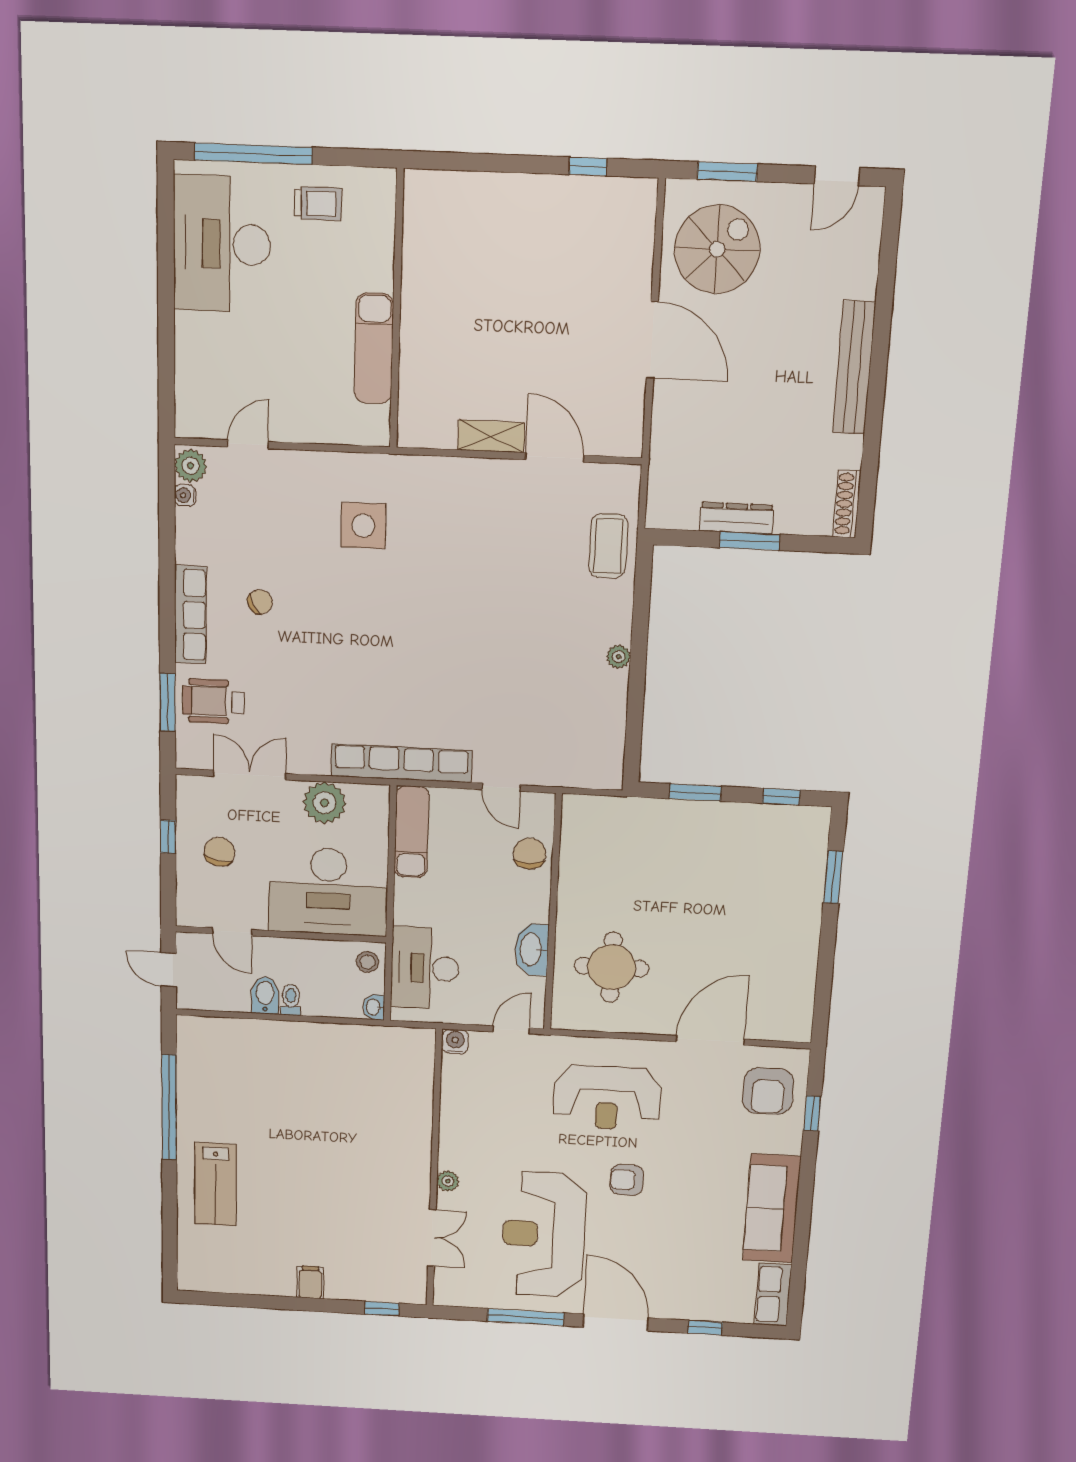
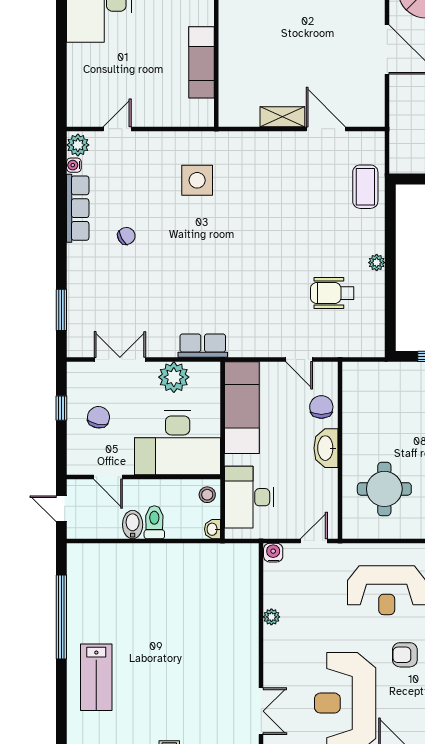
row of seats: (191, 615) -> (78, 208), moved
wheelchair: (213, 701) -> (332, 293), moved
row of seats: (401, 763) -> (203, 346), width x0.50
exam couch: (412, 832) -> (242, 408), width x1.36, depth x1.45
washbasin: (532, 950) -> (326, 448), moved
toilet: (291, 1000) -> (154, 522), width x1.37, depth x1.39
plant: (448, 1181) -> (271, 617), moved

